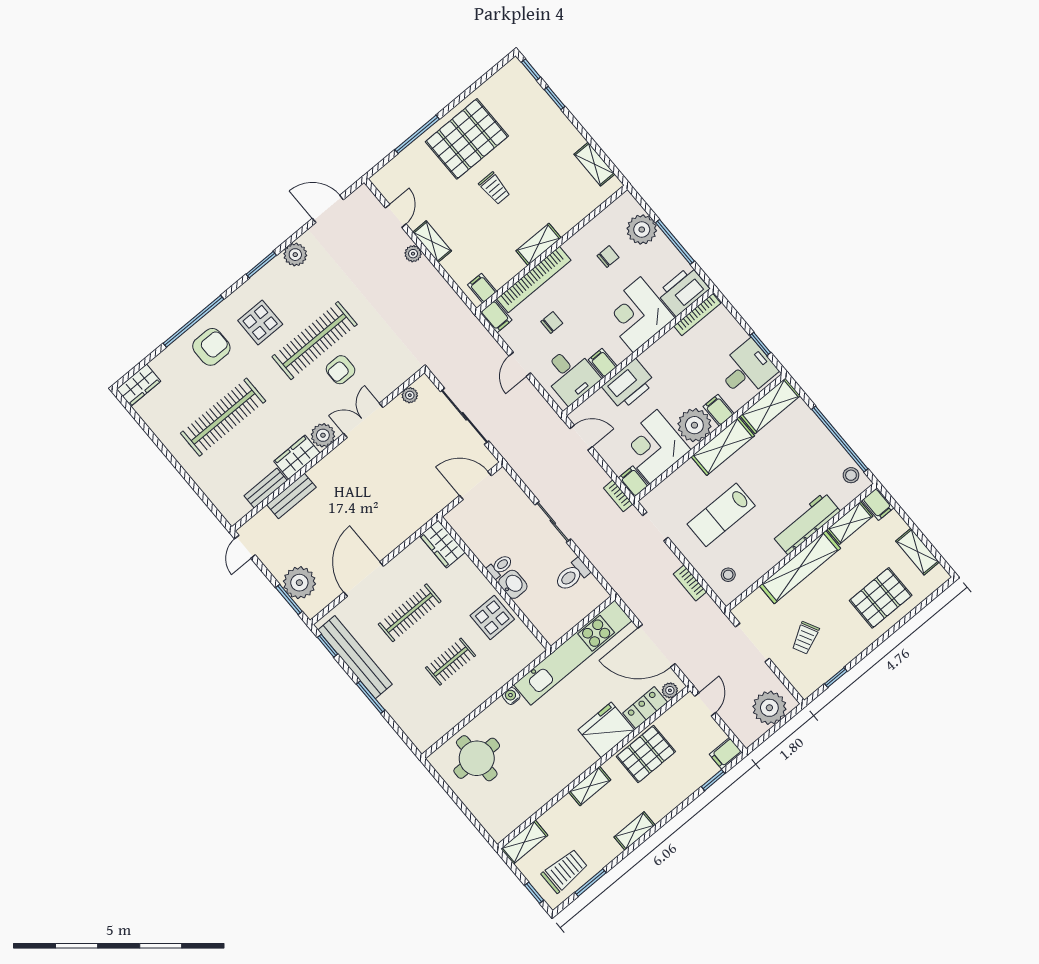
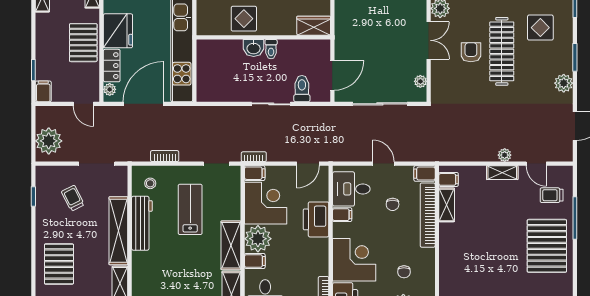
trolley: (495, 188) -> (552, 195), moved
shelving: (538, 244) -> (447, 205), moved
workbench: (806, 523) -> (142, 223), moved
toilet: (572, 575) -> (302, 89), moved

